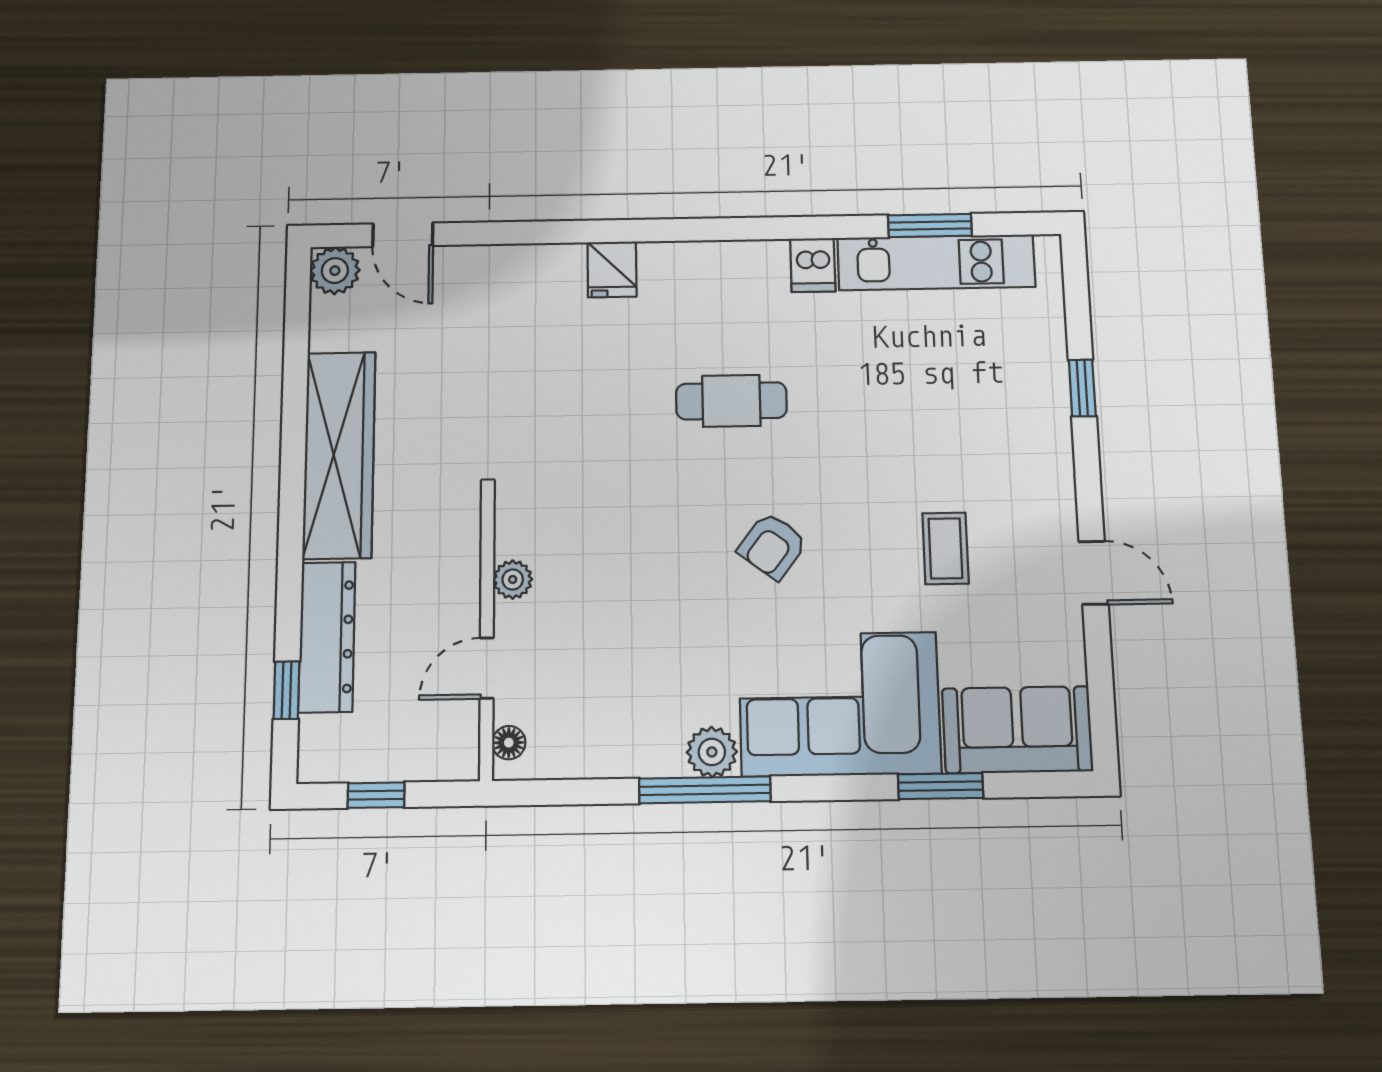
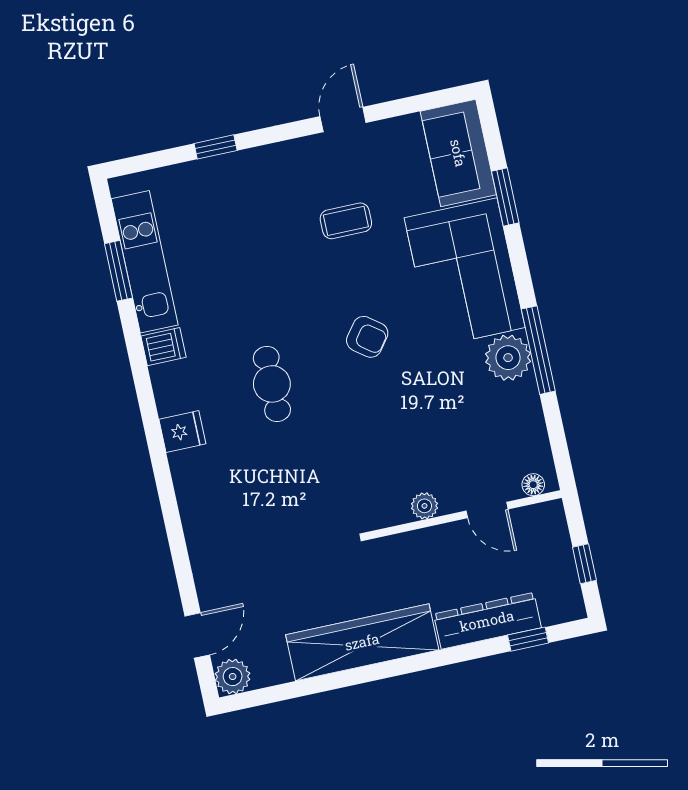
fridge: (612, 269) -> (182, 431), moved
plant: (712, 752) -> (508, 358), width x1.36, depth x1.36

